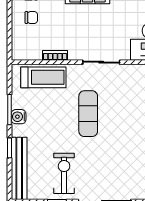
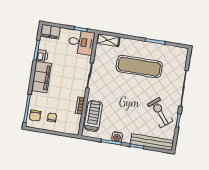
exercise mat: (88, 114) -> (139, 67), moved, width x1.36, depth x1.45
exercise bike: (64, 173) -> (160, 113), turned 51

